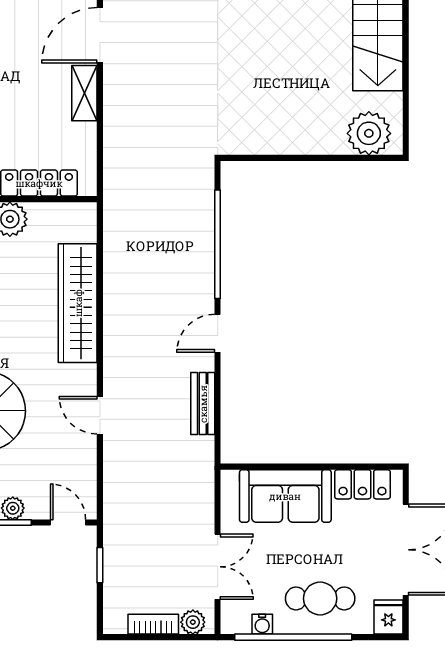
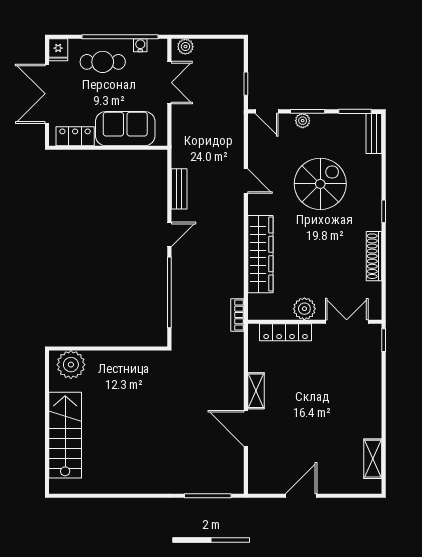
door: (100, 35) -> (246, 428), swing flipped
double door: (218, 567) -> (169, 83), swing flipped
bookcase: (153, 624) -> (237, 315), moved, turned 90

